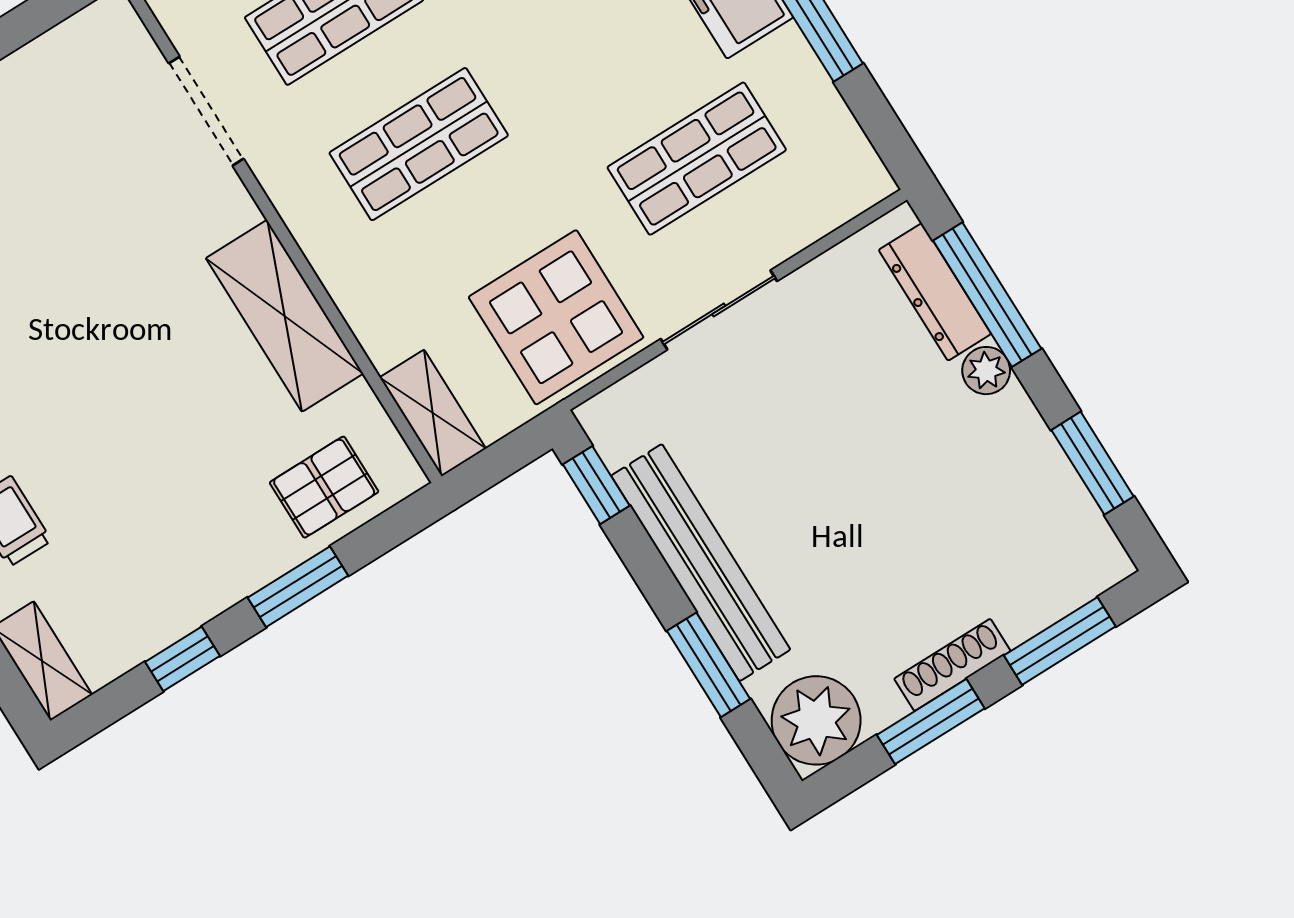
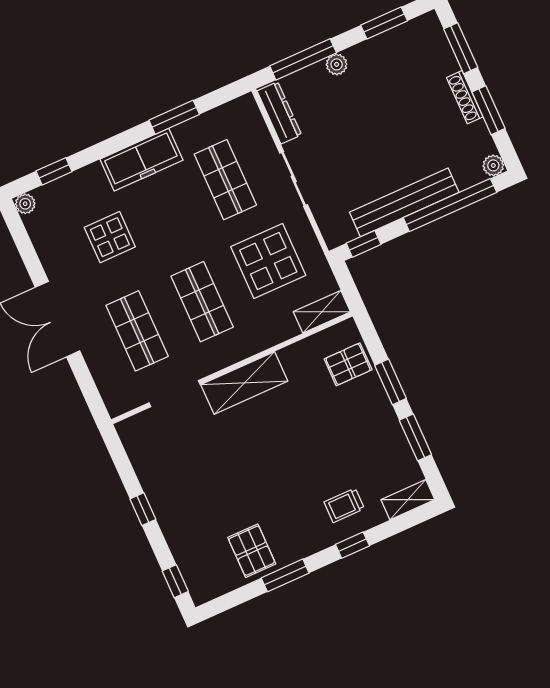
dresser: (935, 292) -> (279, 113), moved, turned -90
shelving: (284, 316) -> (244, 383), moved
display table: (556, 317) -> (268, 261), moved
pallet: (324, 487) -> (348, 364), turned 90
window: (182, 659) -> (415, 437), width x1.50
window: (709, 665) -> (450, 205), width x2.11
plant: (816, 720) -> (493, 165), width x0.53, depth x0.53

